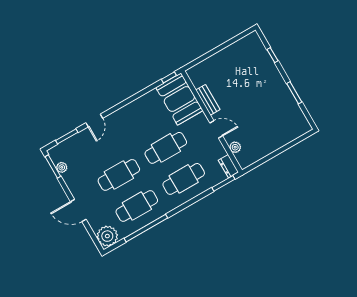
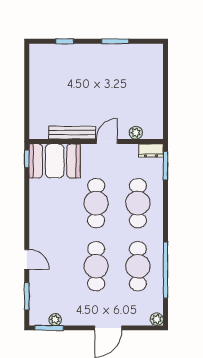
bench: (208, 100) -> (72, 133), width x1.36
plant: (107, 236) -> (157, 319), width x0.53, depth x0.53

